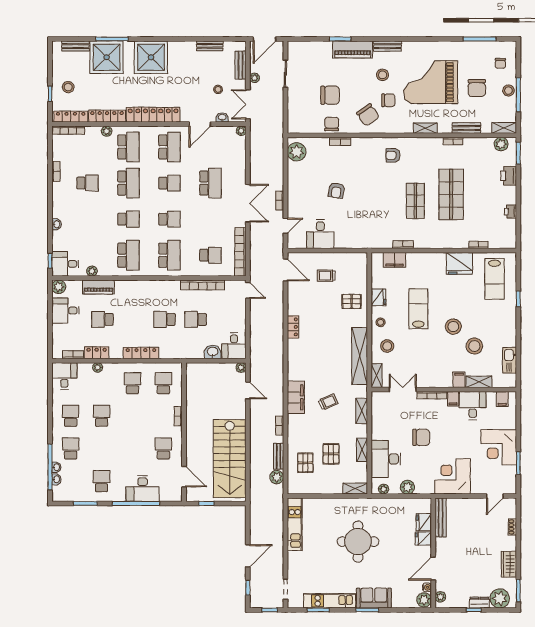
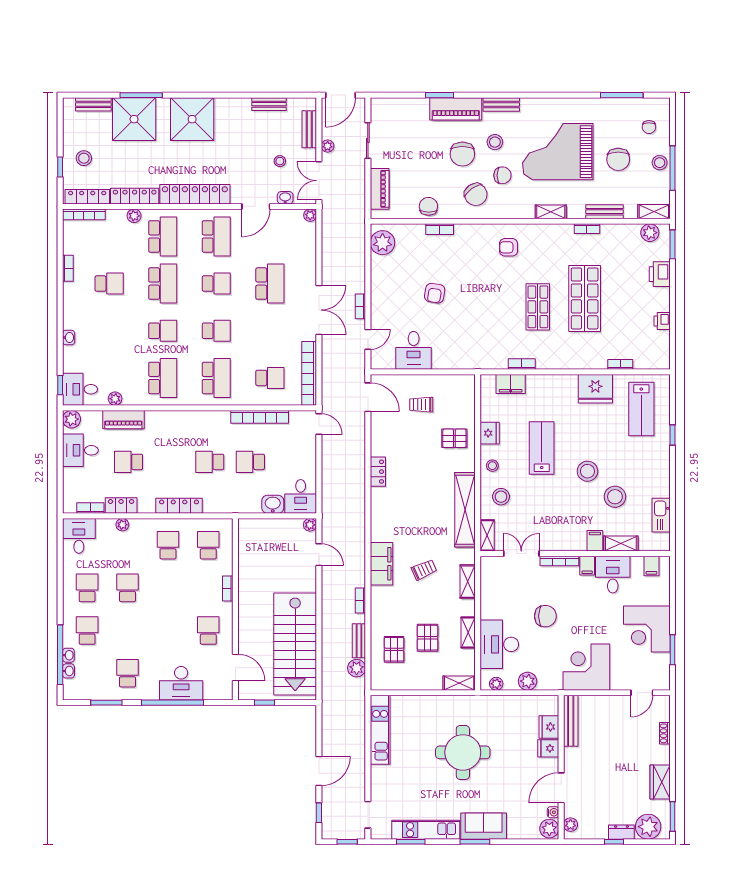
chair: (330, 95) -> (462, 154), moved, turned 90
piano: (294, 111) -> (380, 189), added

